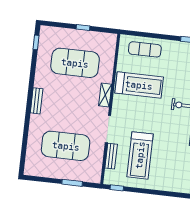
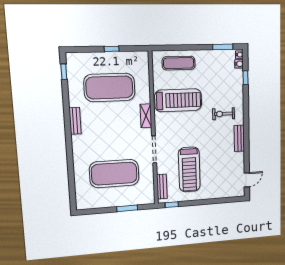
bench: (37, 101) -> (75, 121), moved
bench: (111, 156) -> (162, 187), moved

